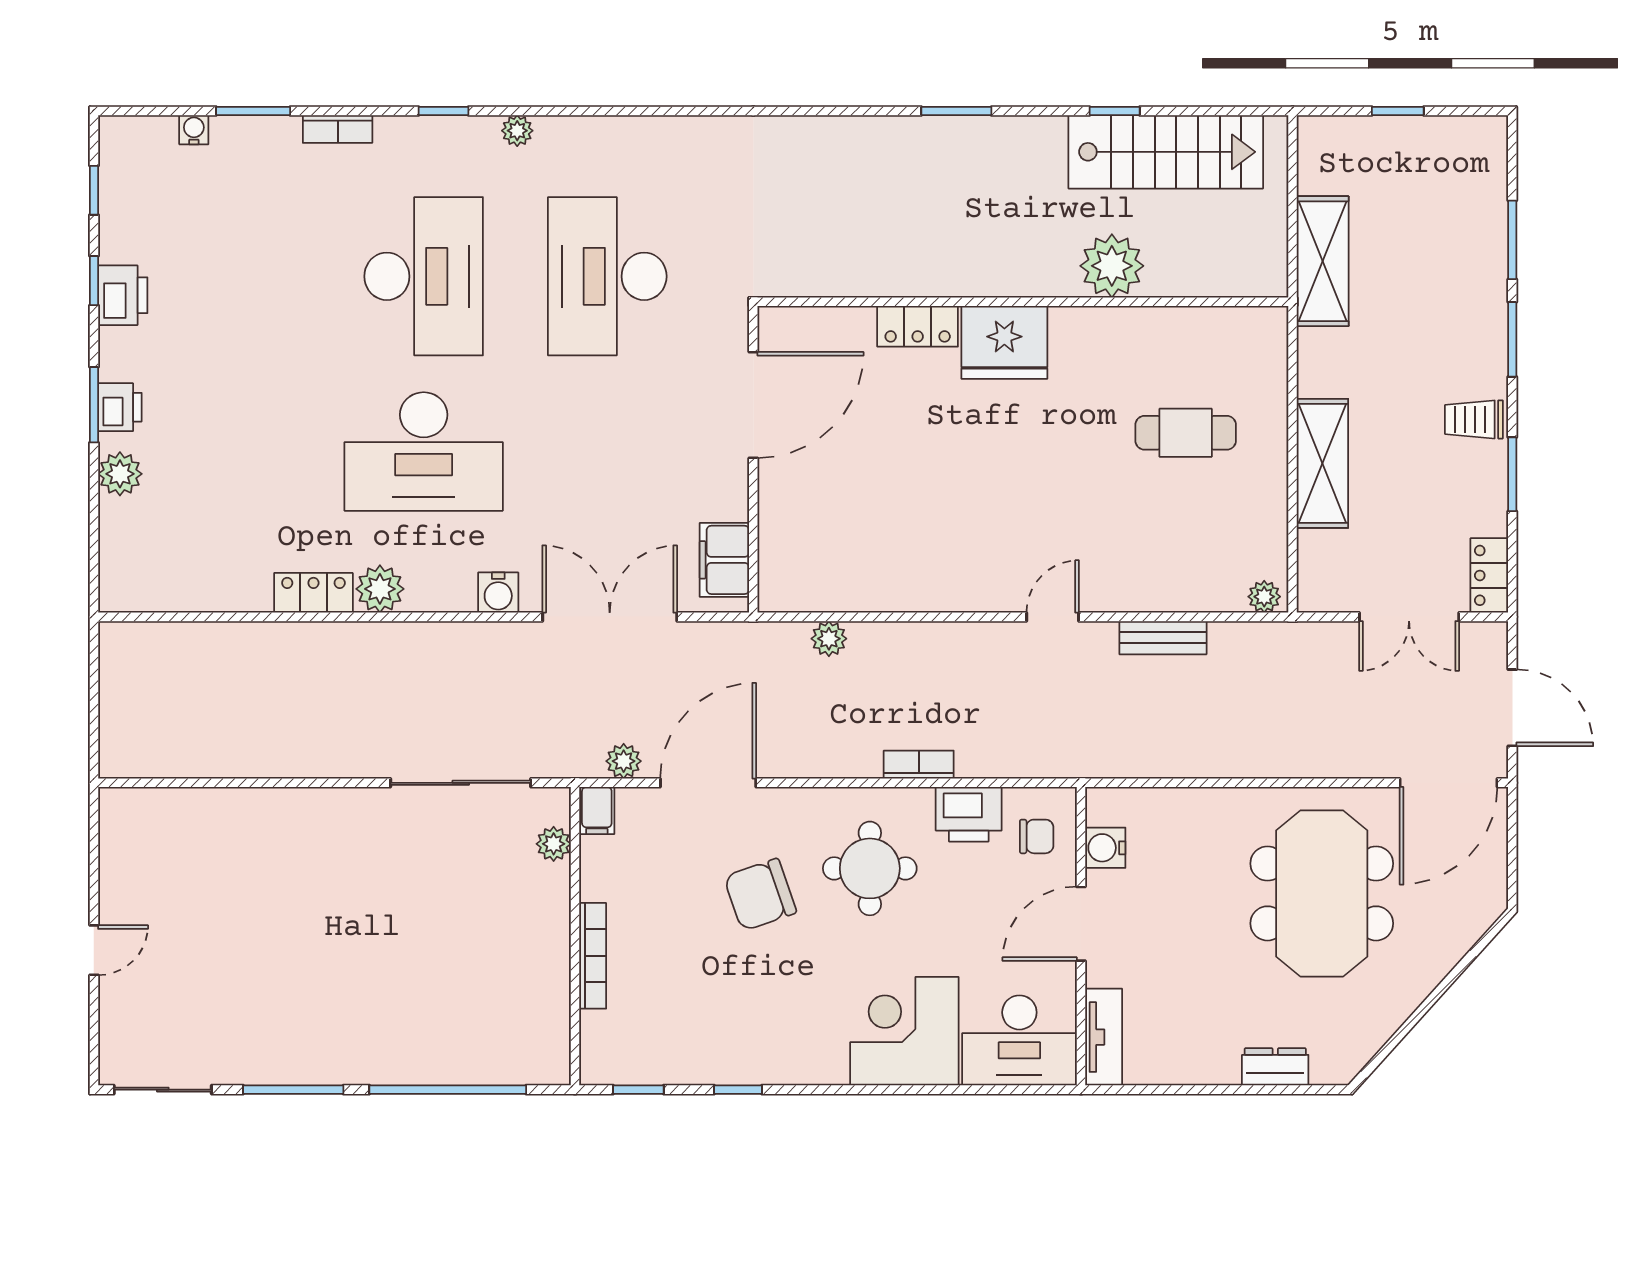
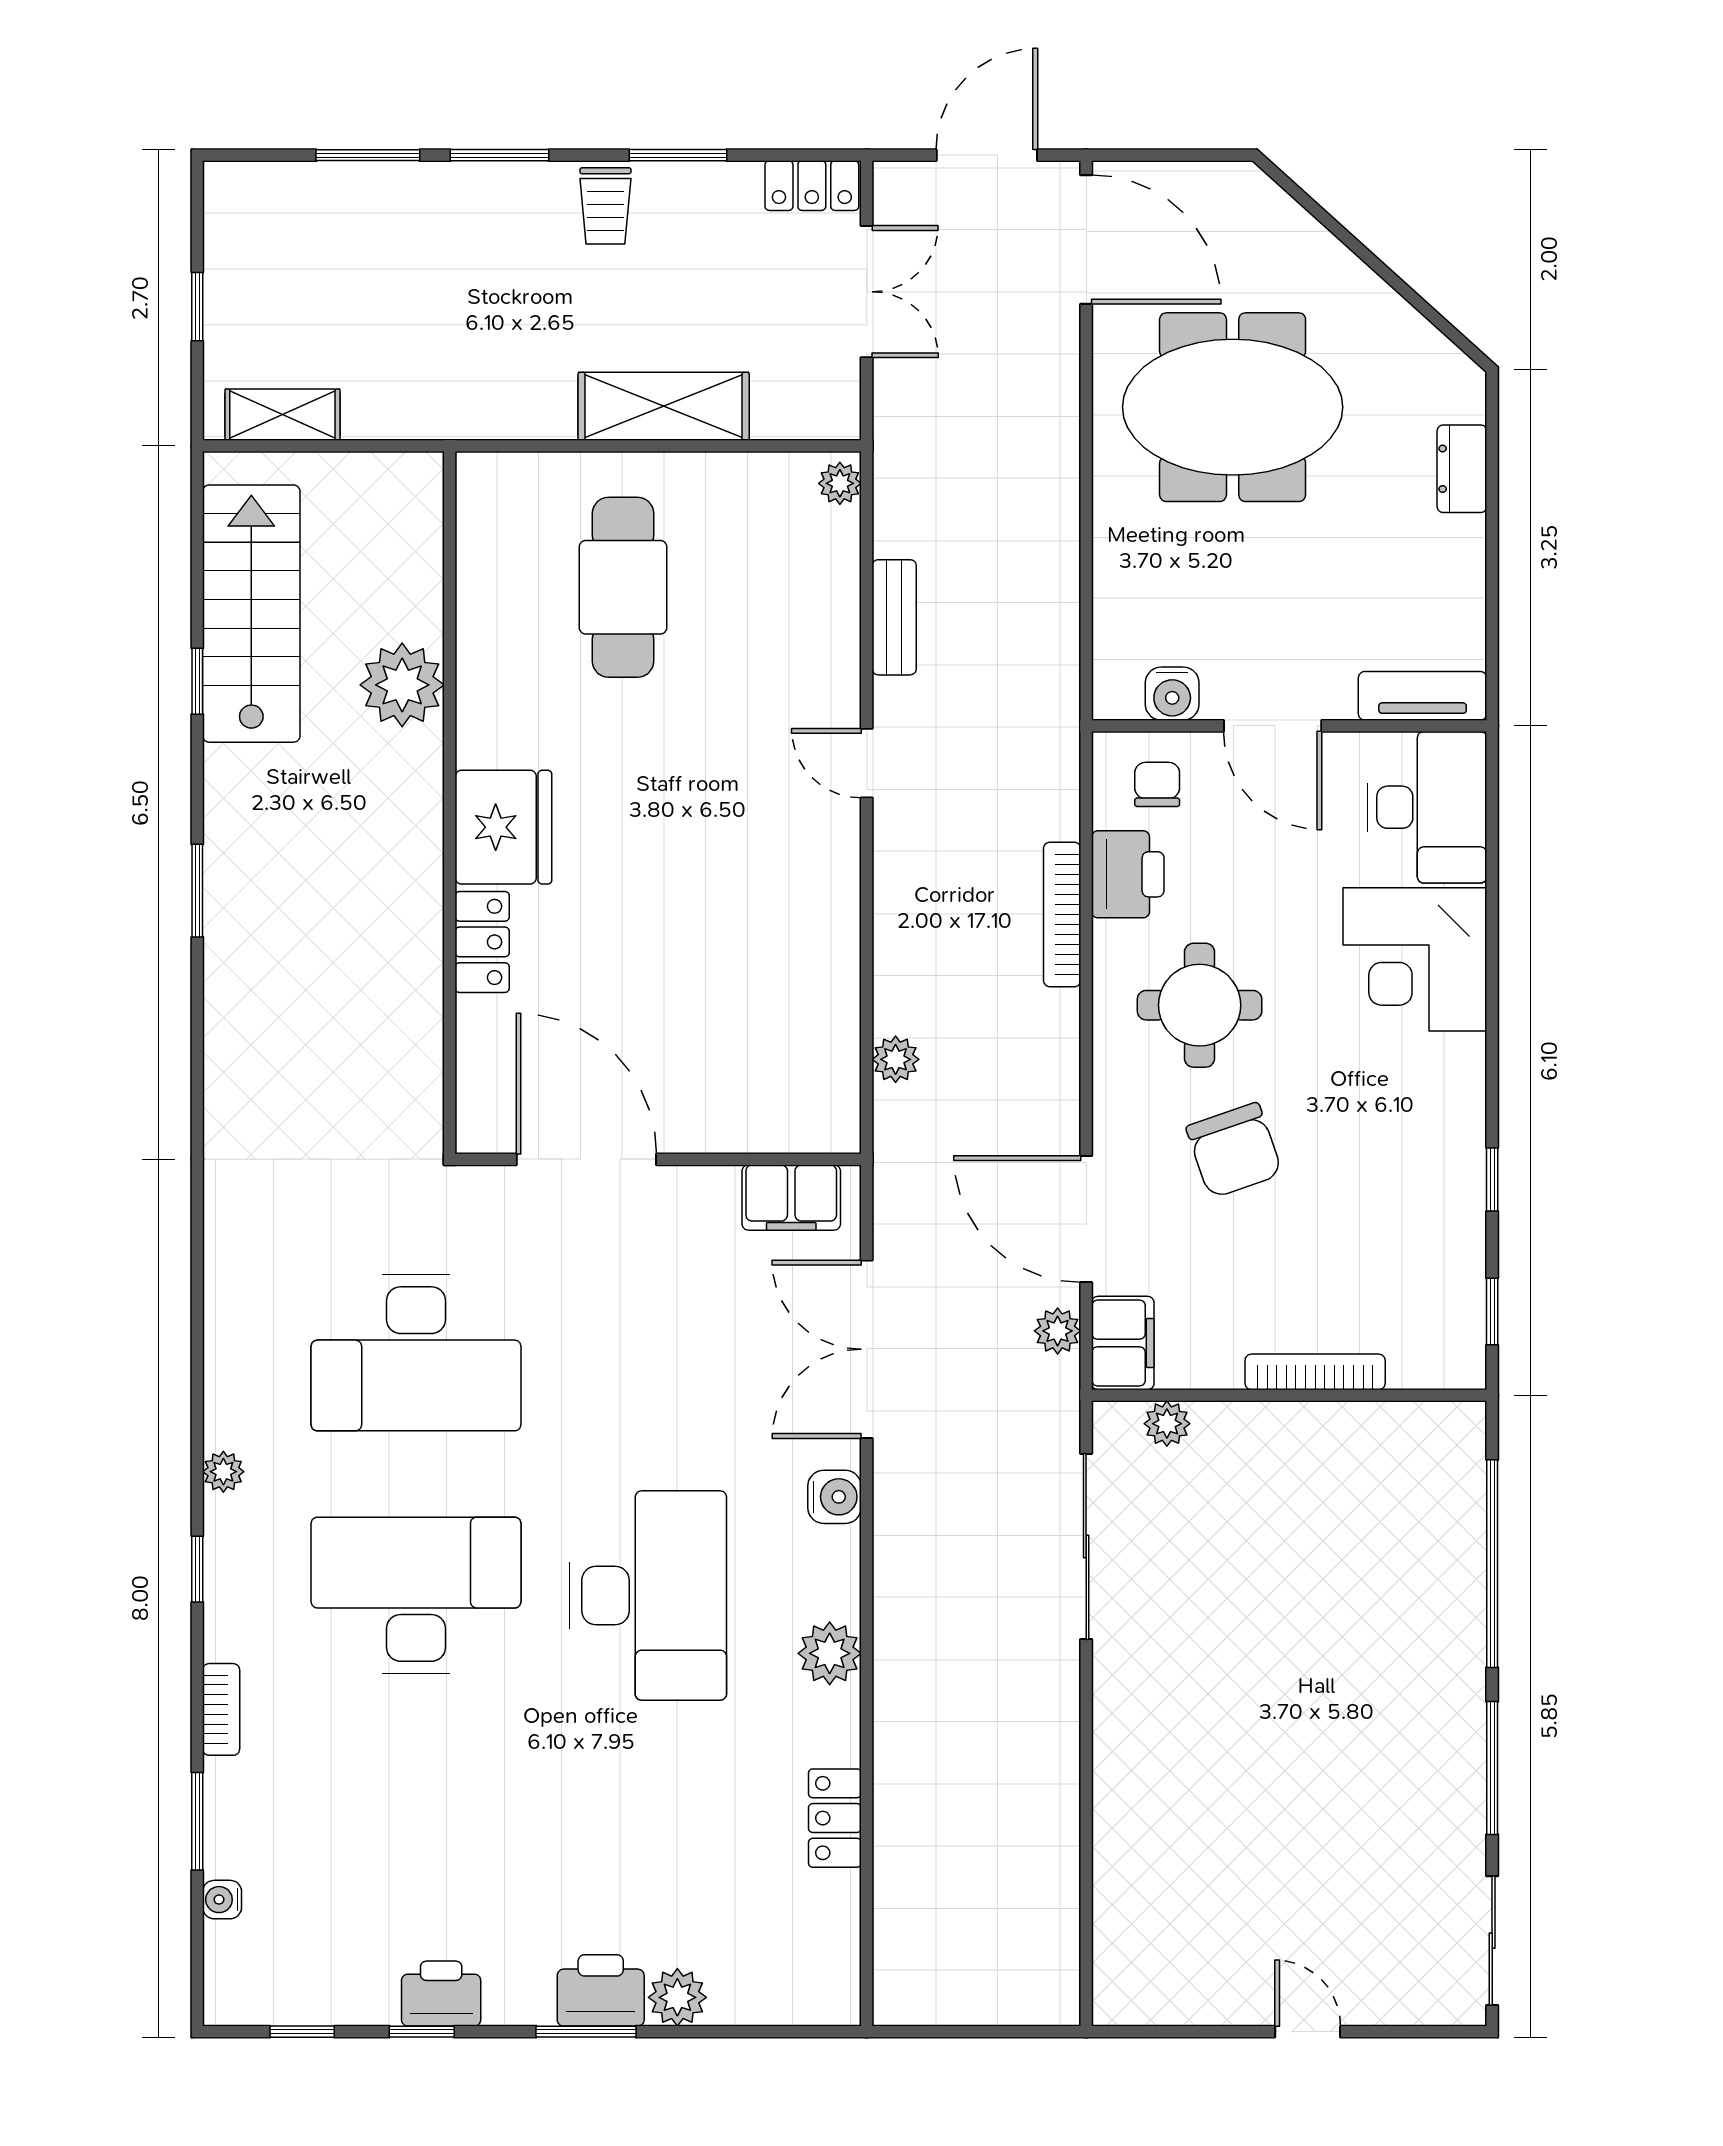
shelving: (1323, 261) -> (282, 415), moved, width x0.67, depth x0.75
printer: (120, 407) -> (601, 1990), width x1.36, depth x1.24
cafe table: (1186, 433) -> (623, 587), width x1.37, depth x1.35
locker: (313, 593) -> (835, 1818), moved
bookcase: (919, 765) -> (1062, 914), width x1.56
filing cabinet: (597, 810) -> (1123, 1343), width x2.00

